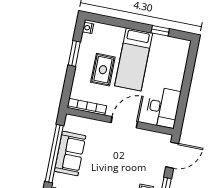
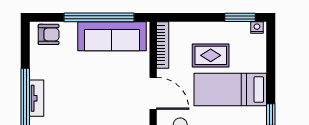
window: (74, 53) -> (240, 17), moved
sofa: (70, 154) -> (112, 36), width x1.36

